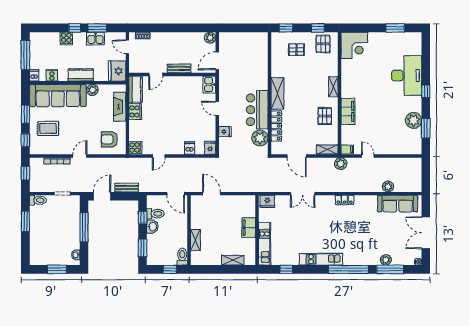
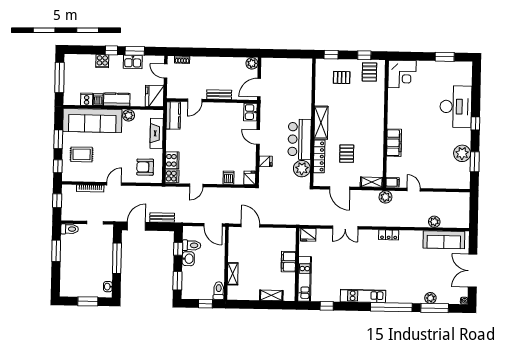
dishwasher: (34, 75) -> (98, 100), moved
shelving: (333, 87) -> (379, 117), removed
cooker: (135, 111) -> (172, 160), moved
pallet: (325, 116) -> (347, 154), moved

